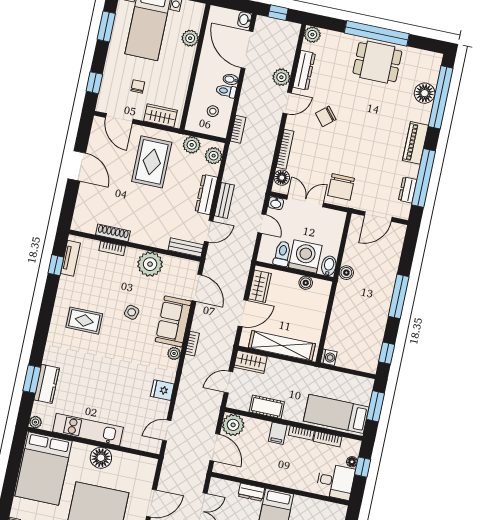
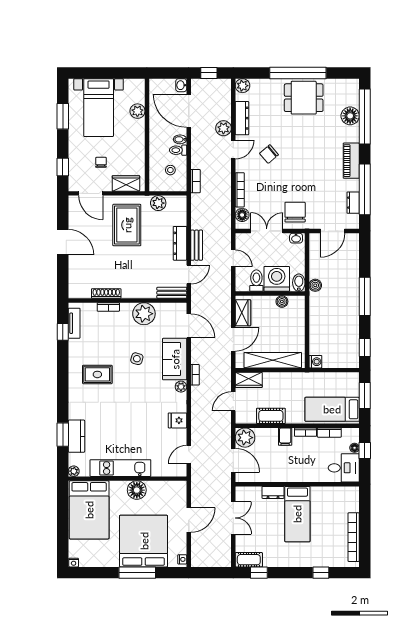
plant: (214, 156) -> (179, 208), removed
chair: (341, 187) -> (295, 212), turned 180
washbasin: (276, 203) -> (296, 238), moved

